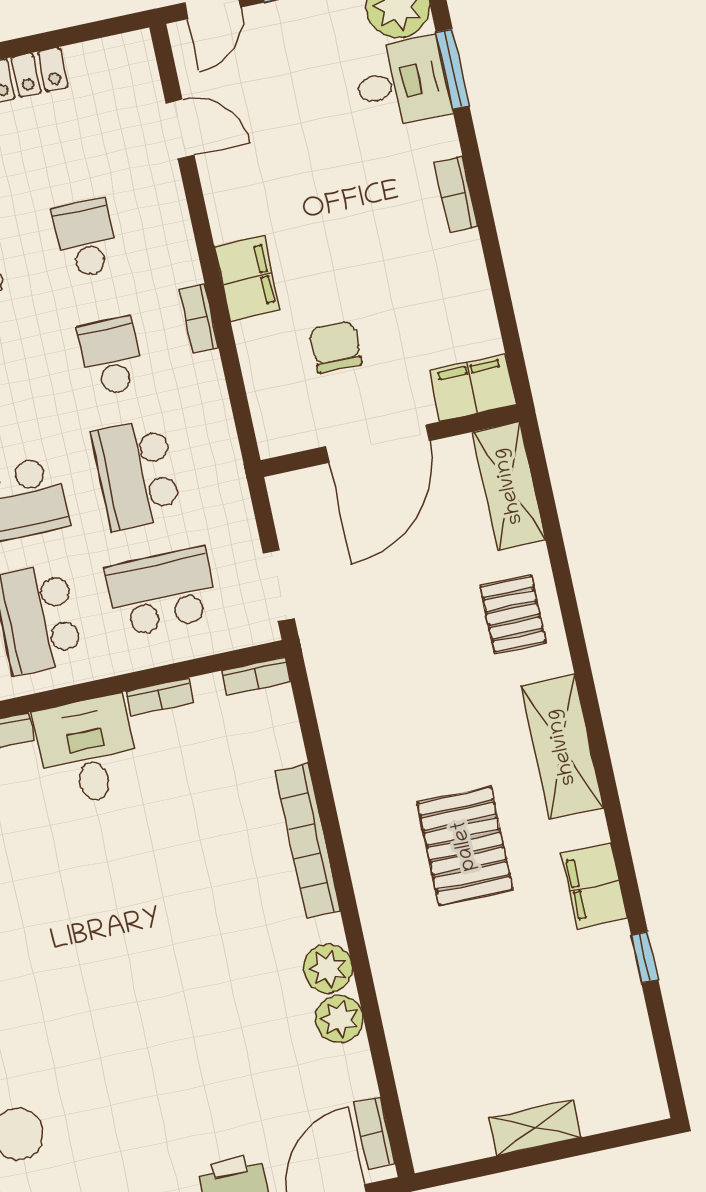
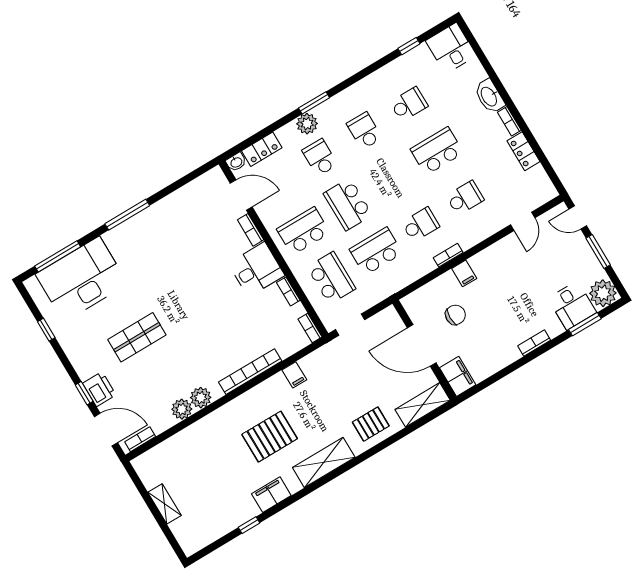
filing cabinet: (247, 278) -> (464, 273), width x0.50
filing cabinet: (348, 746) -> (294, 375), added
shop shelf: (148, 1064) -> (137, 337), added

